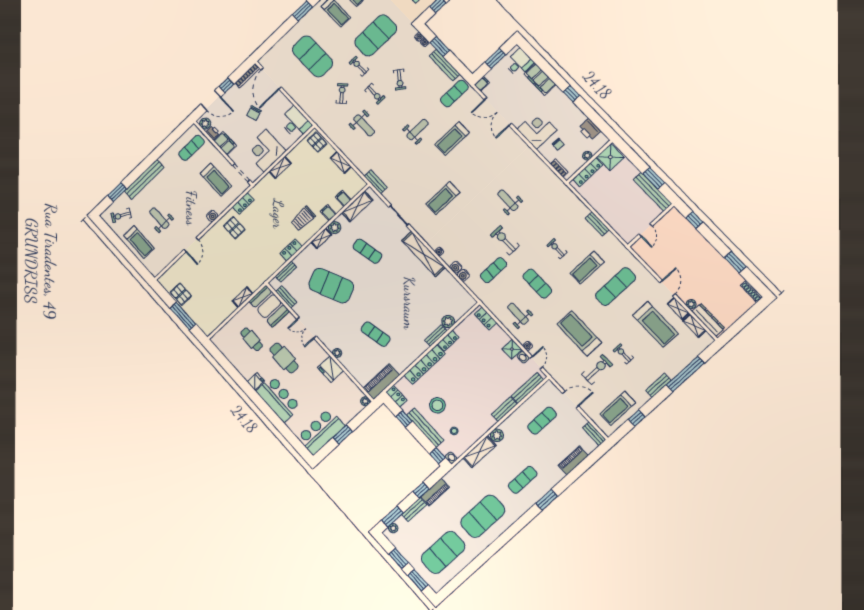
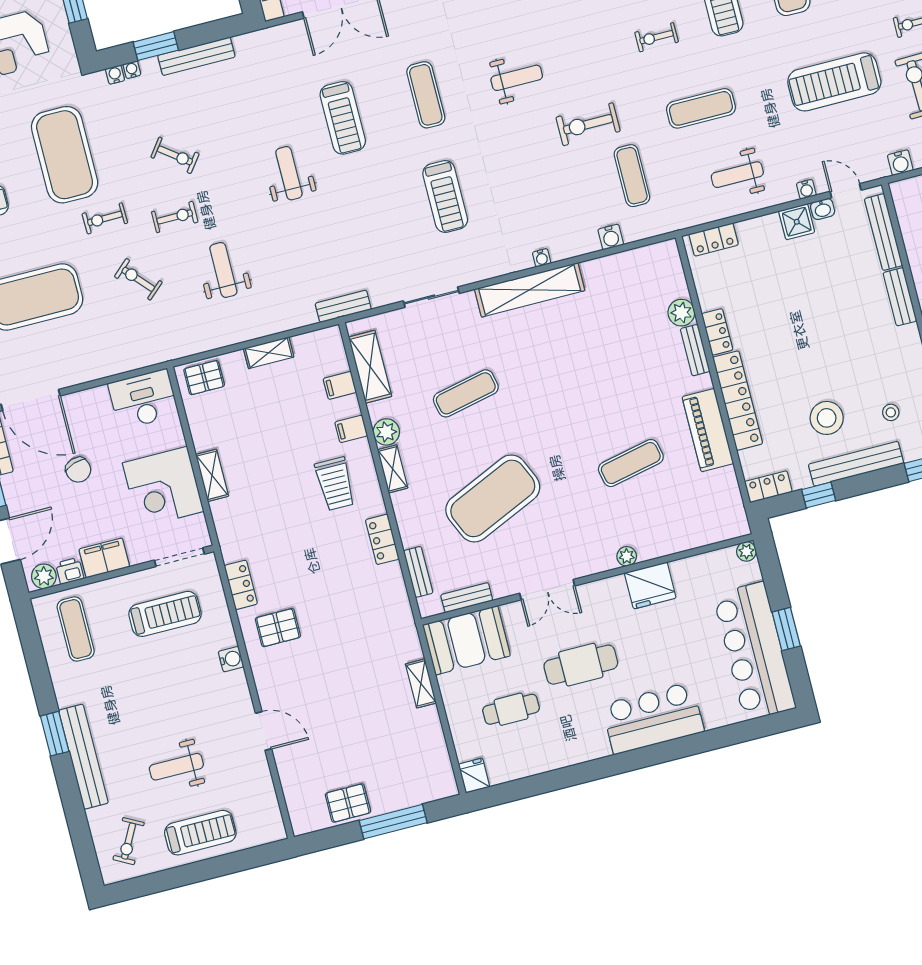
exercise mat: (454, 94) -> (426, 95), moved
weight bench: (364, 125) -> (223, 270), turned -90
window: (117, 192) -> (55, 734), moved
weight bench: (508, 200) -> (517, 78), turned 180
water cooler: (456, 267) -> (900, 163), moved
fridge: (256, 381) -> (474, 776), moved
piano: (381, 382) -> (708, 430), moved
bar counter: (321, 432) -> (754, 651), width x1.36

